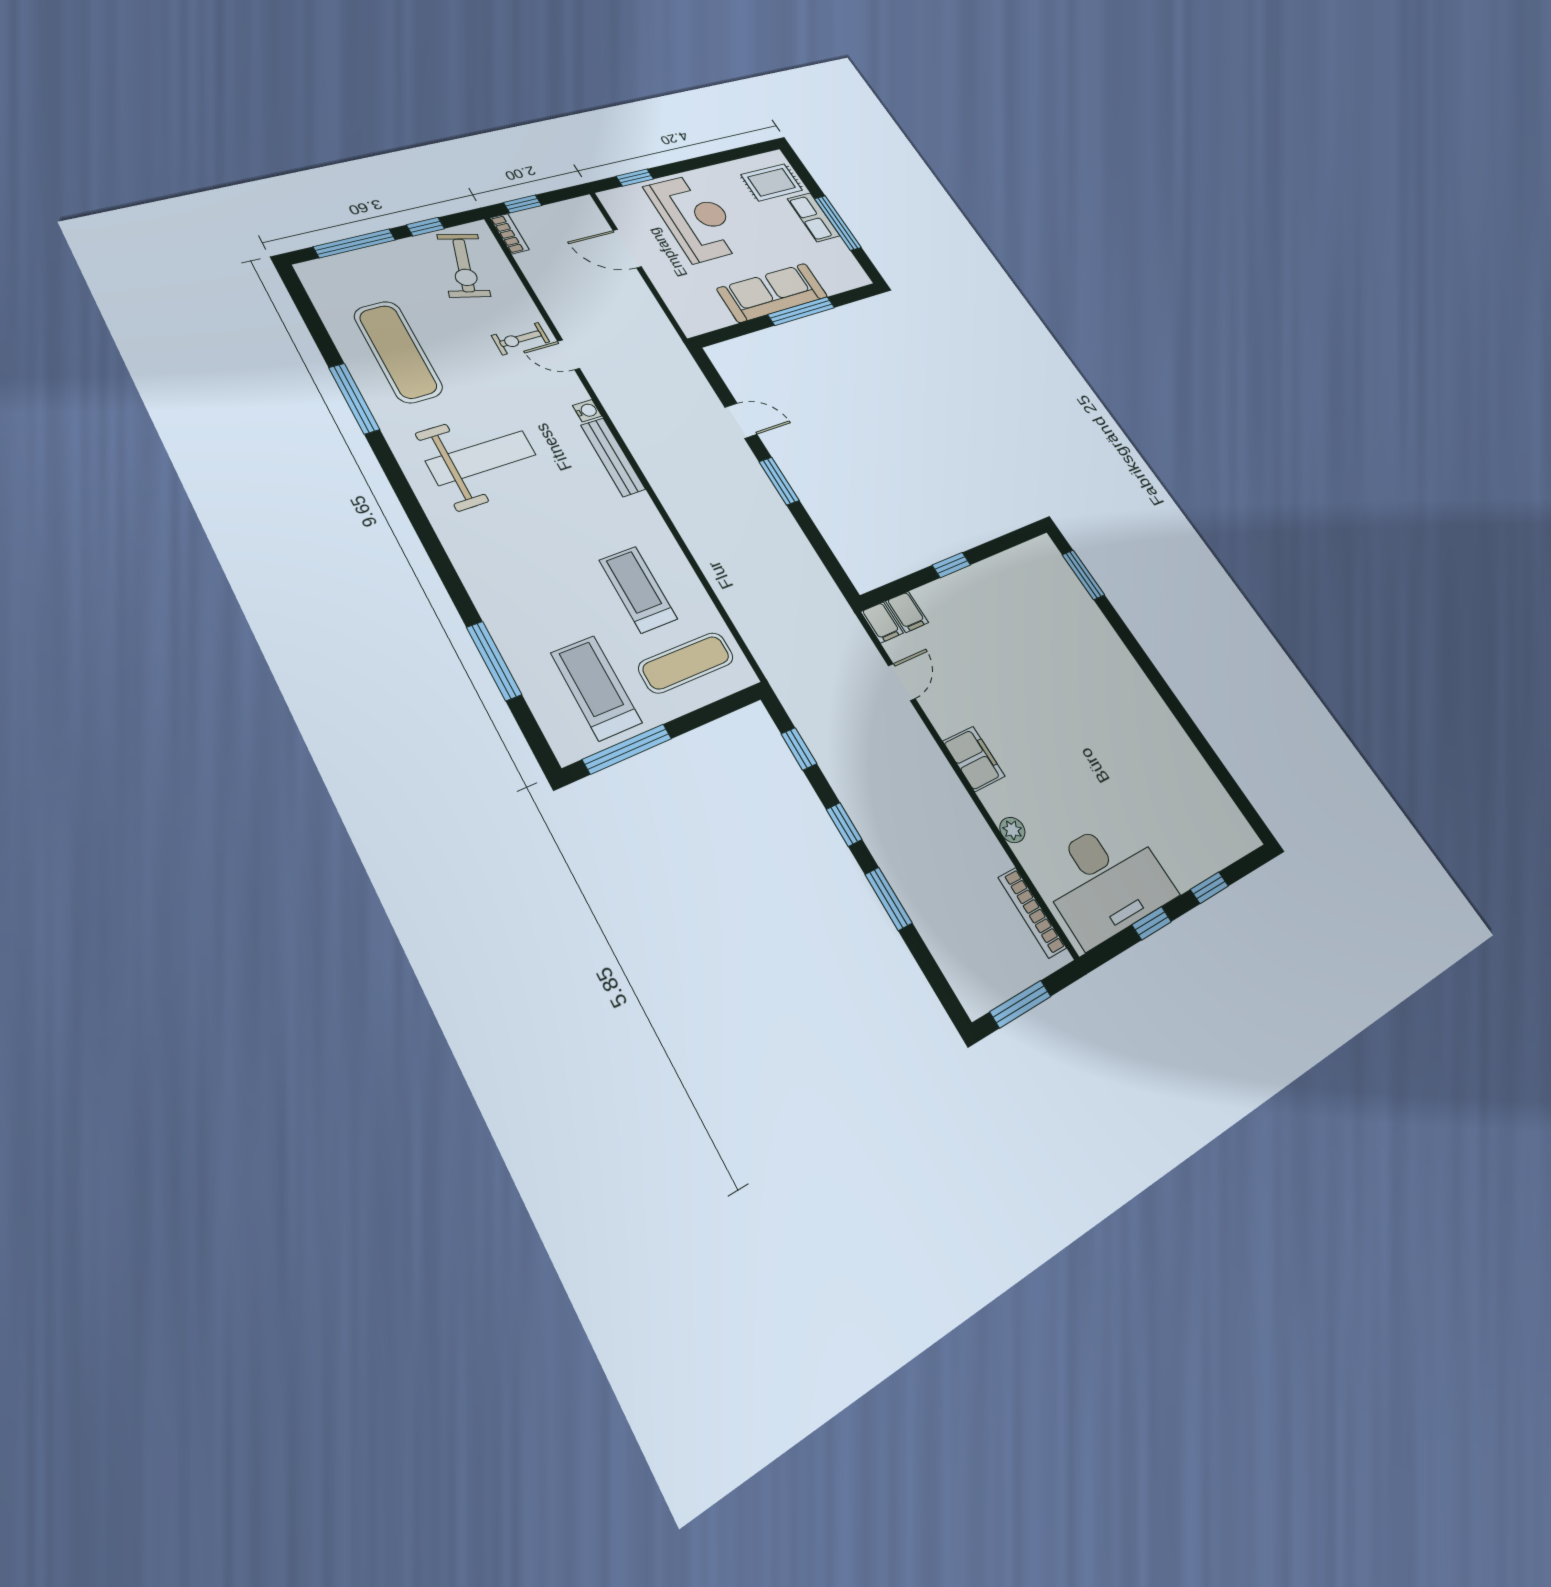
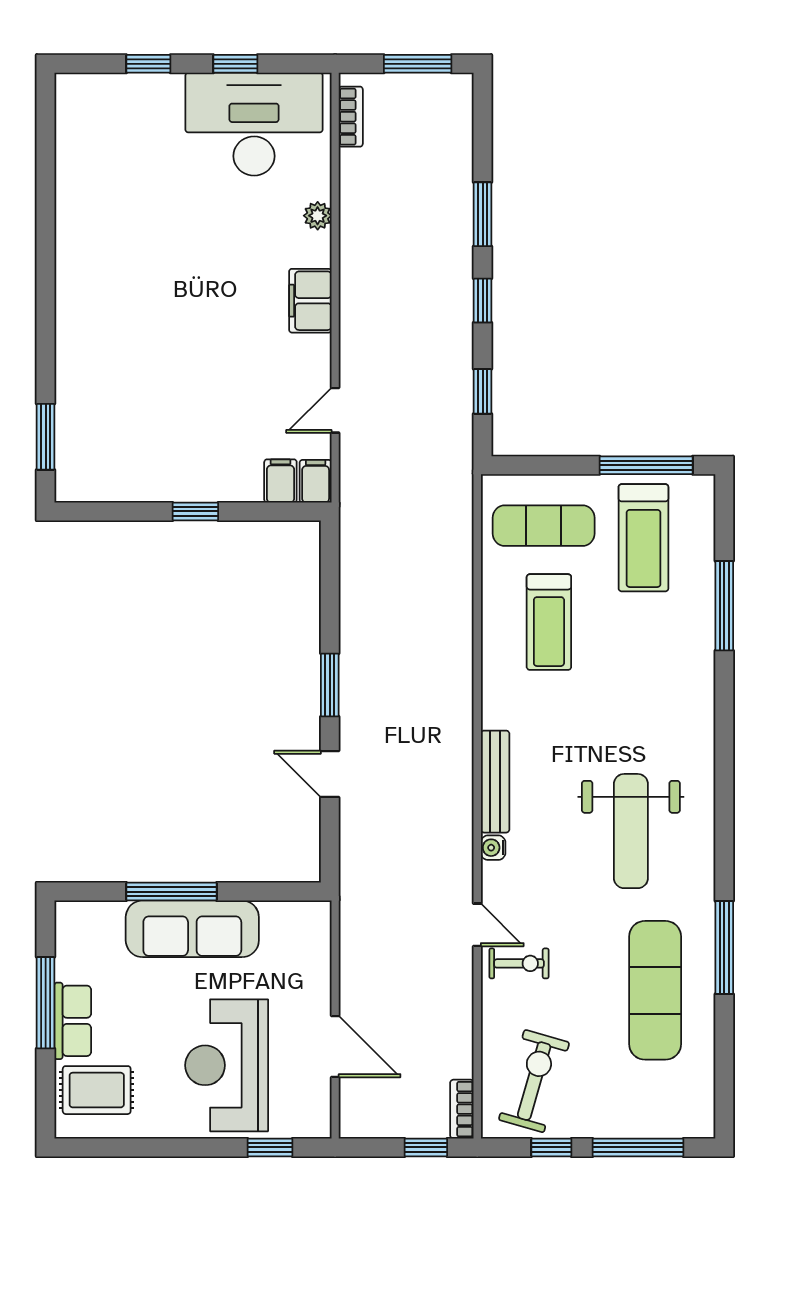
weight bench: (481, 458) -> (631, 831), turned -90
bookcase: (1032, 912) -> (351, 117), width x0.64

